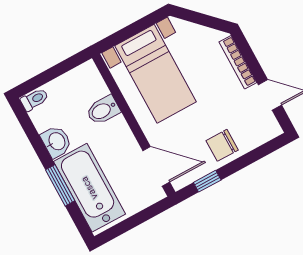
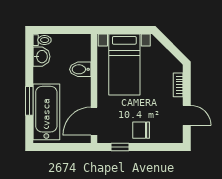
bookcase: (238, 62) -> (178, 85), width x0.64
washbasin: (56, 142) -> (41, 57), moved
door: (156, 166) -> (94, 121), swing flipped

